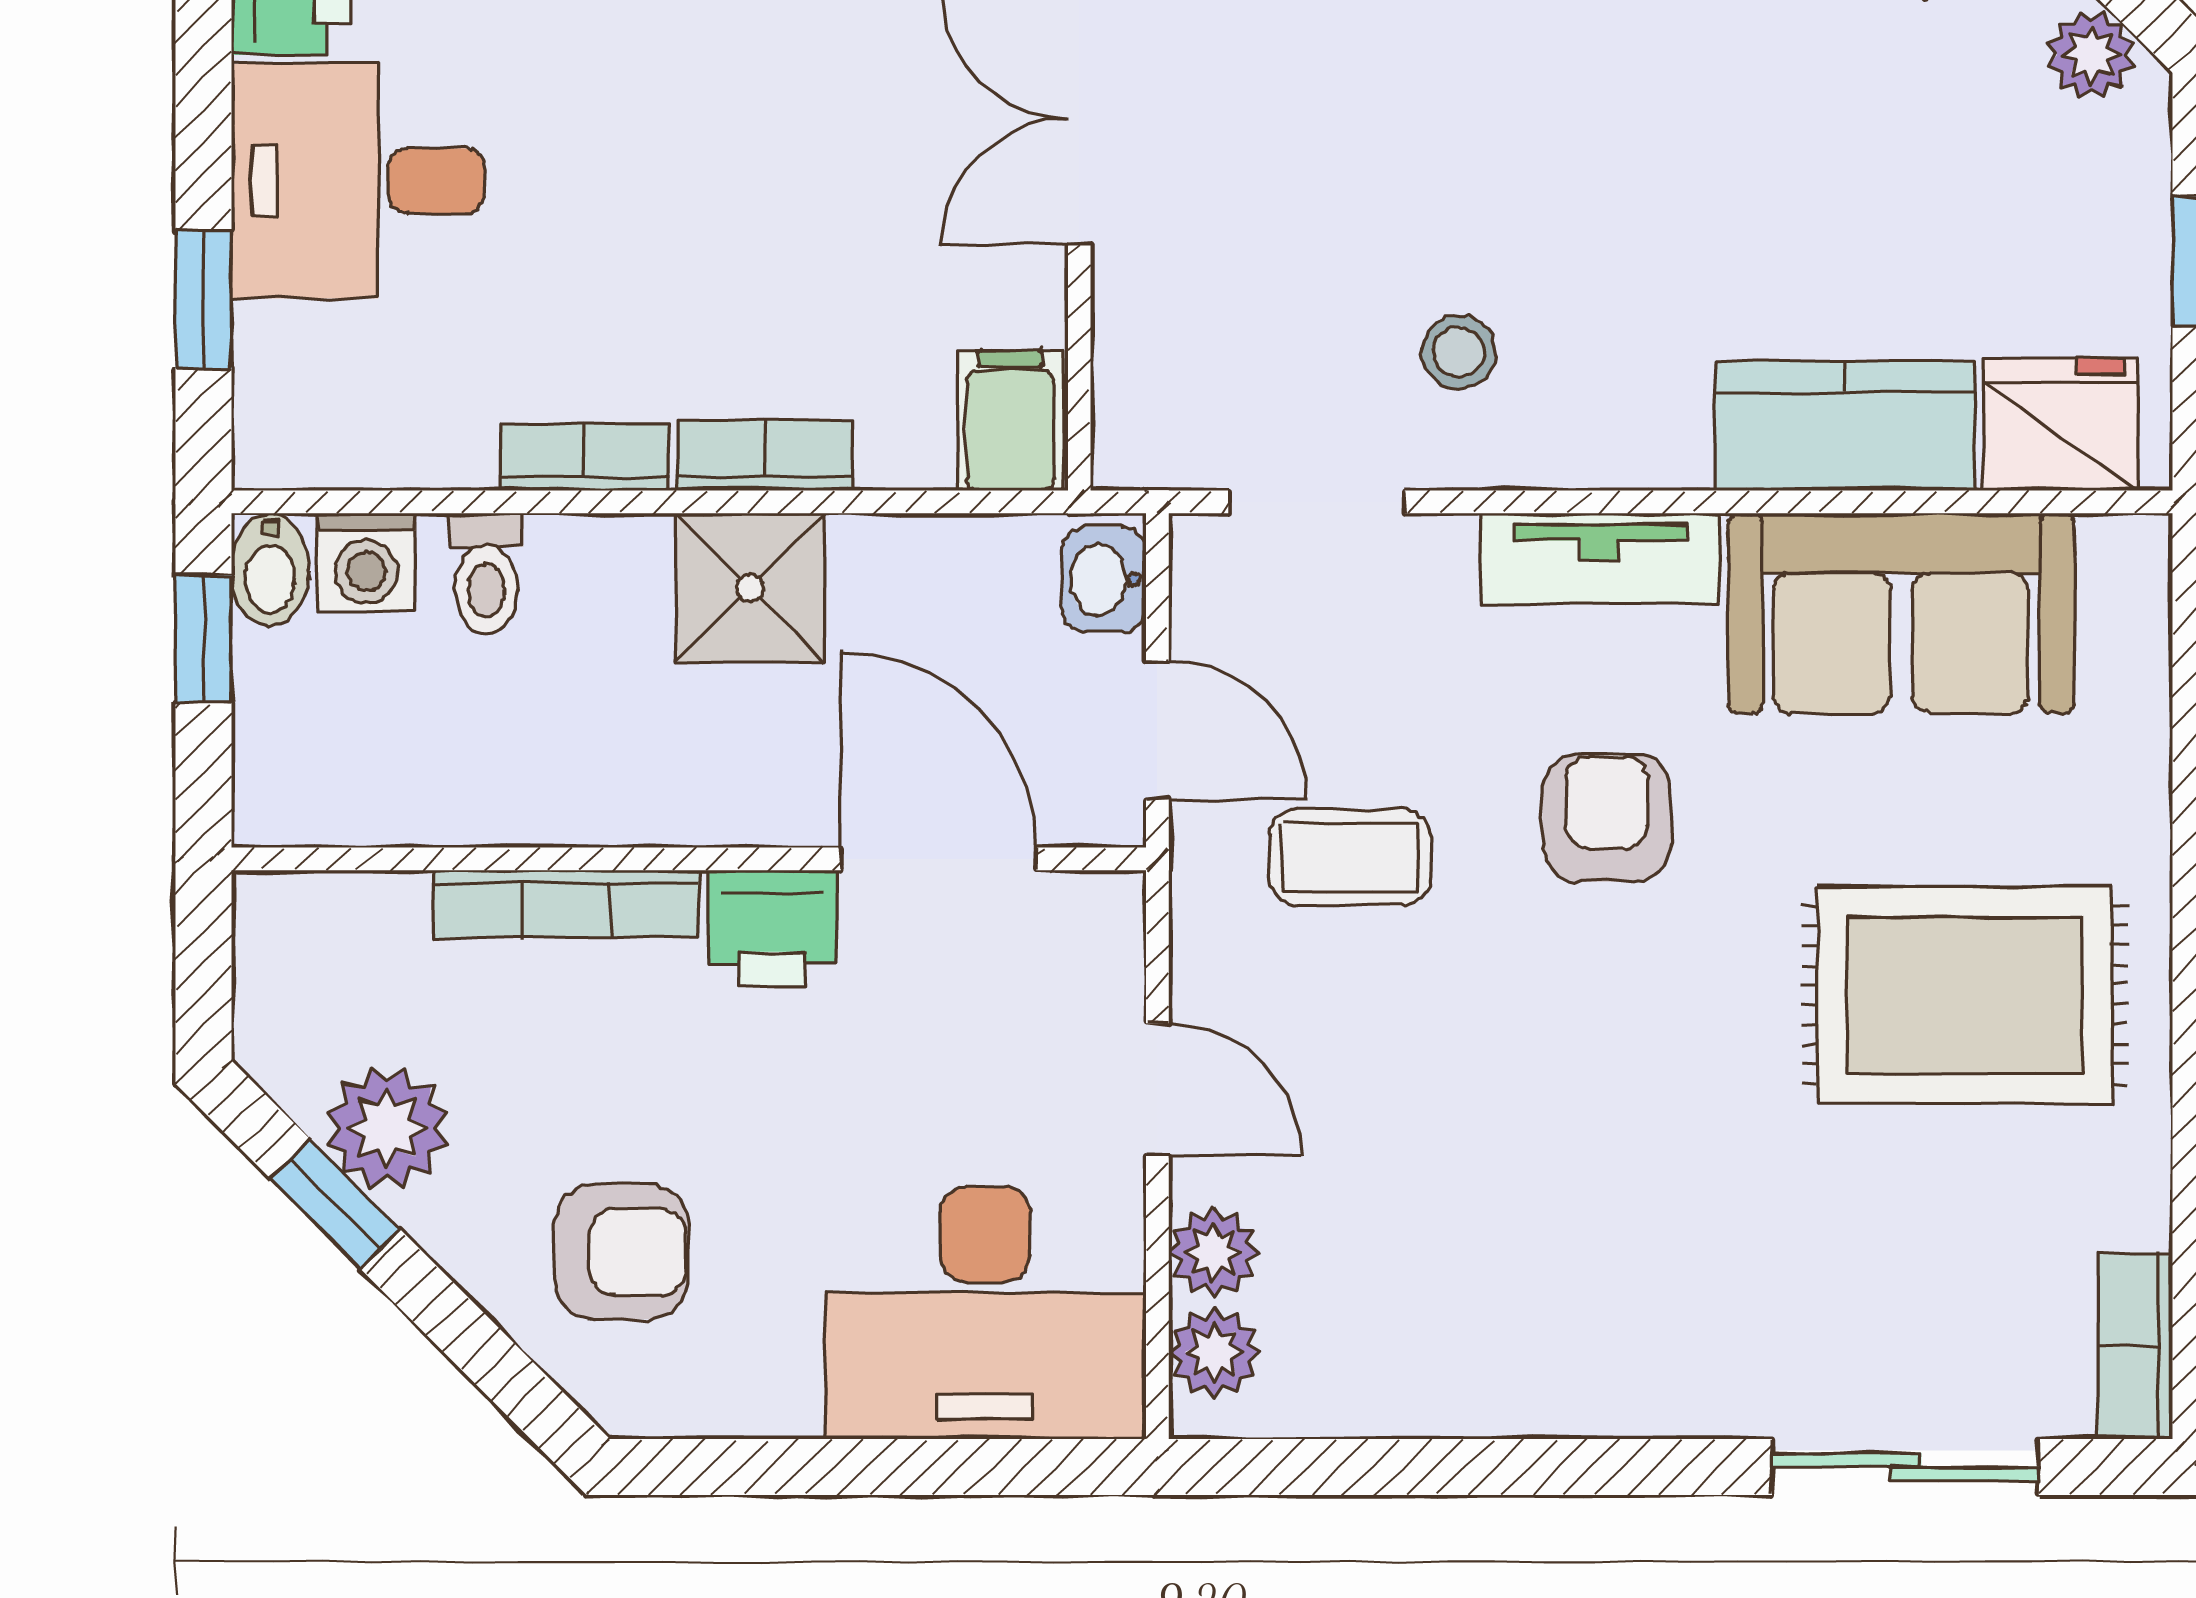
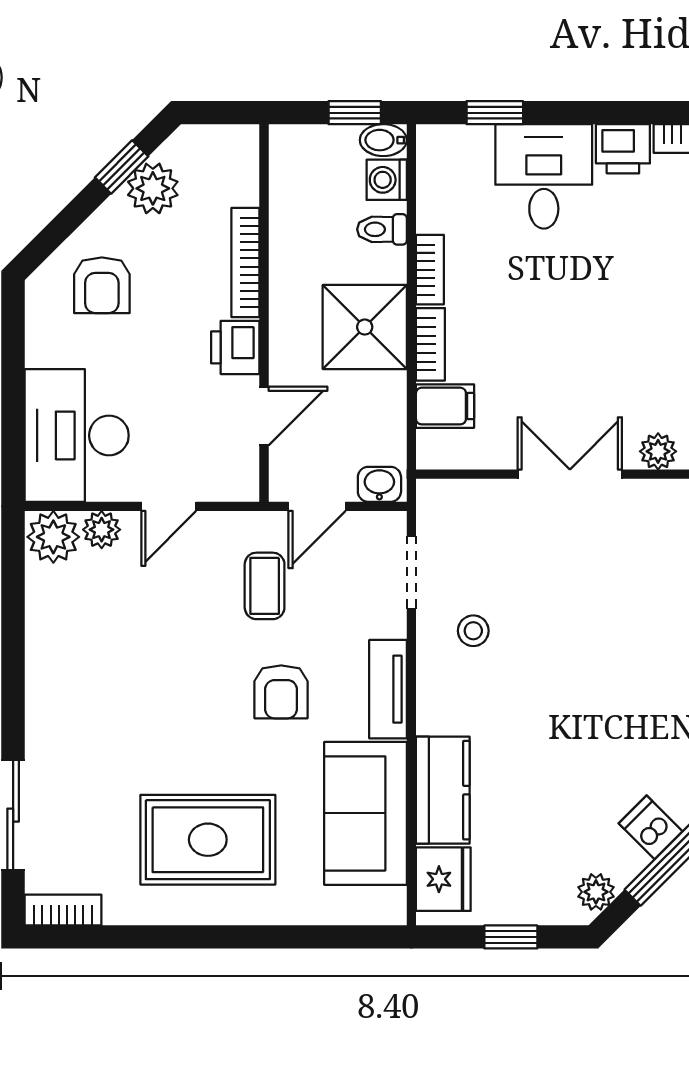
filing cabinet: (1010, 420) -> (445, 406), moved
shower: (750, 588) -> (365, 327), width x1.36, depth x1.36
armchair: (1607, 818) -> (281, 692), turned 90
door: (939, 859) -> (264, 416), width x0.73
rug: (1965, 995) -> (208, 840), turned 90
plant: (1214, 1352) -> (53, 537), width x1.38, depth x1.38

